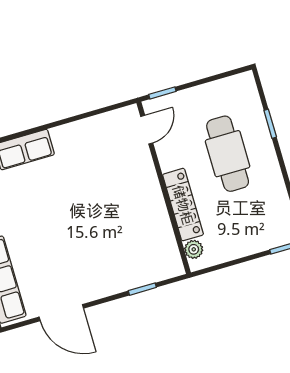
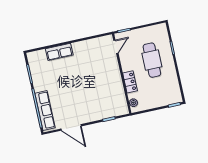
locker: (183, 205) -> (130, 82), width x0.66

